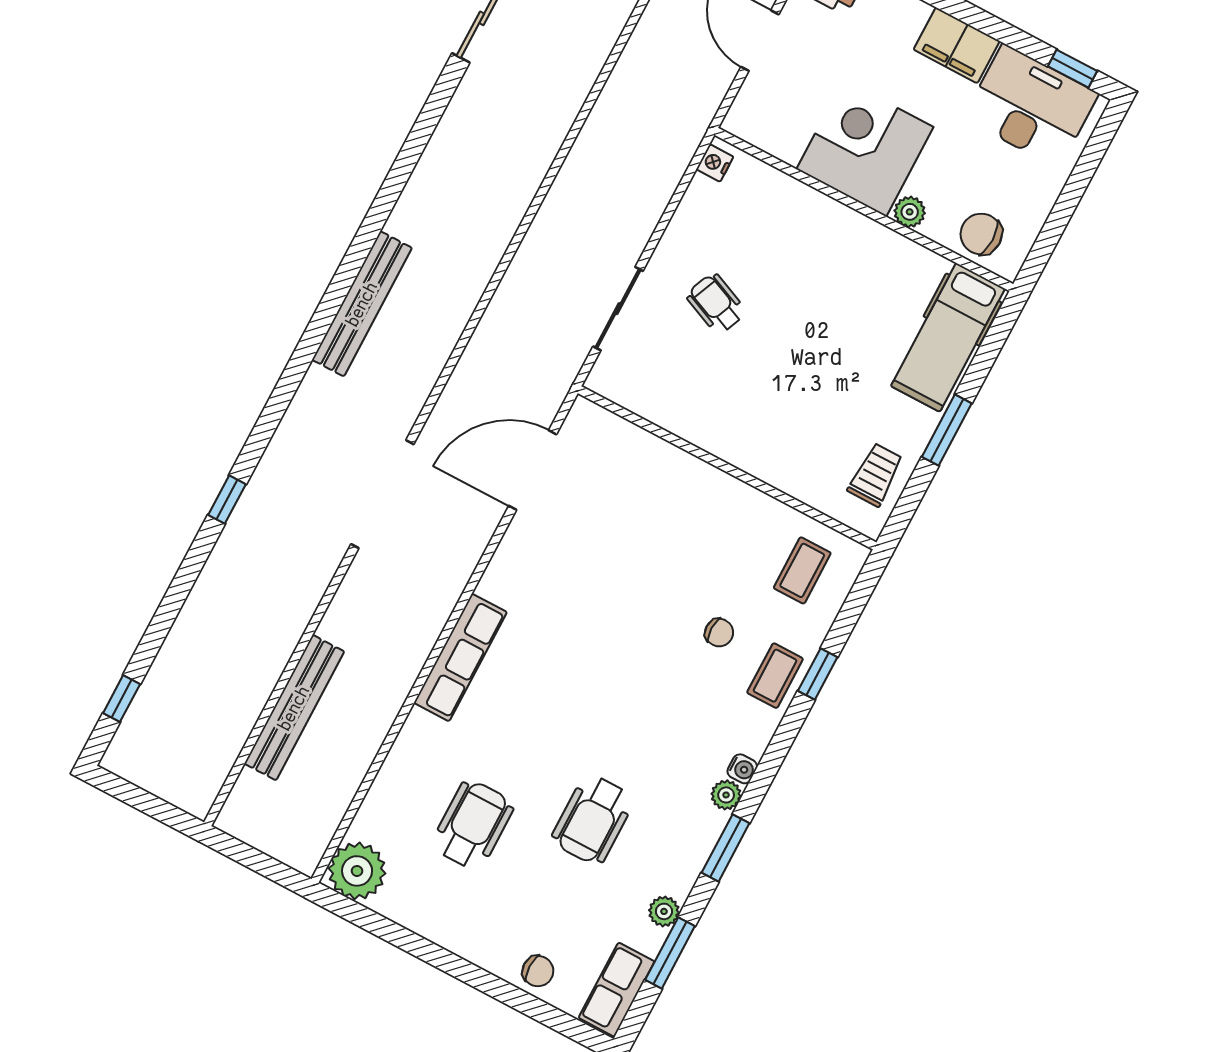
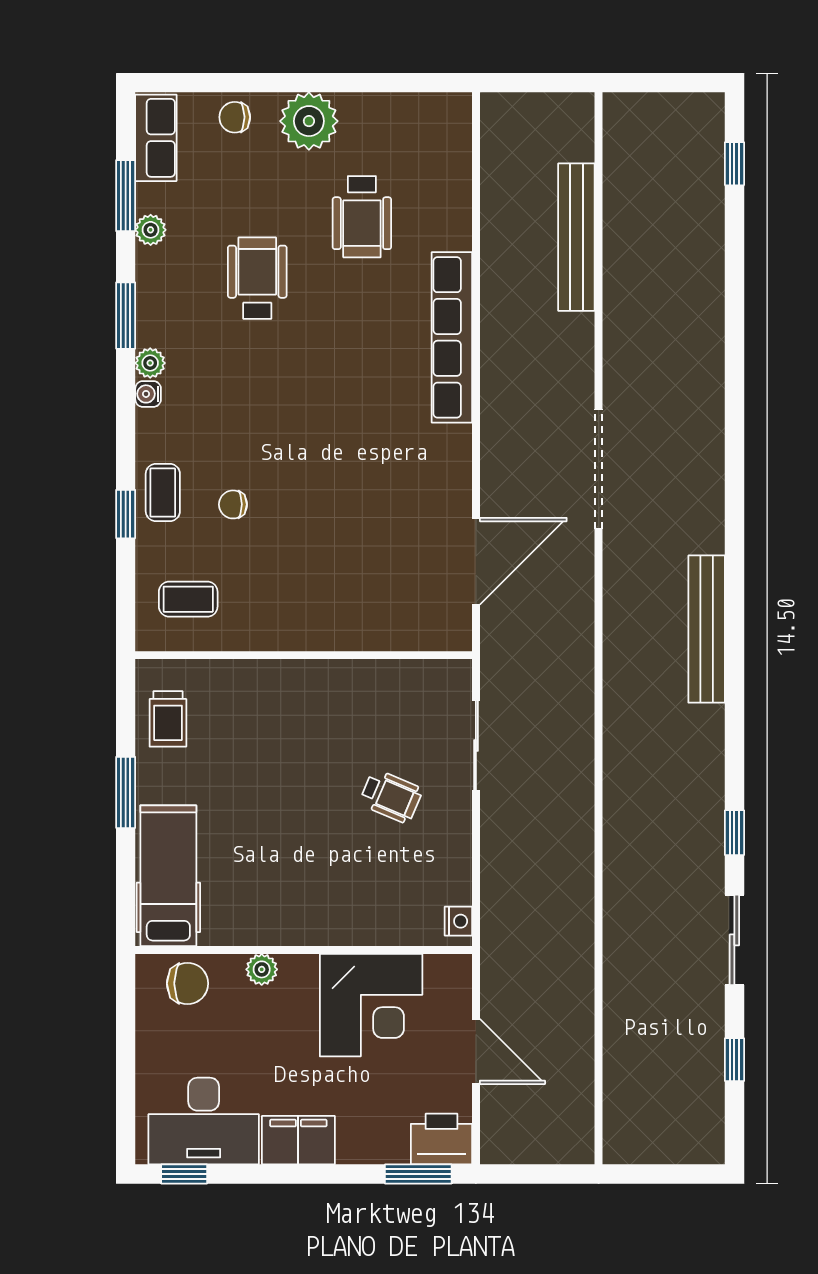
corner desk: (865, 148) -> (371, 1005), moved
window: (227, 500) -> (734, 833), moved
coffee table: (802, 570) -> (188, 599), turned 90
row of seats: (460, 657) -> (452, 337), width x1.36
plant: (357, 871) -> (309, 121), moved

